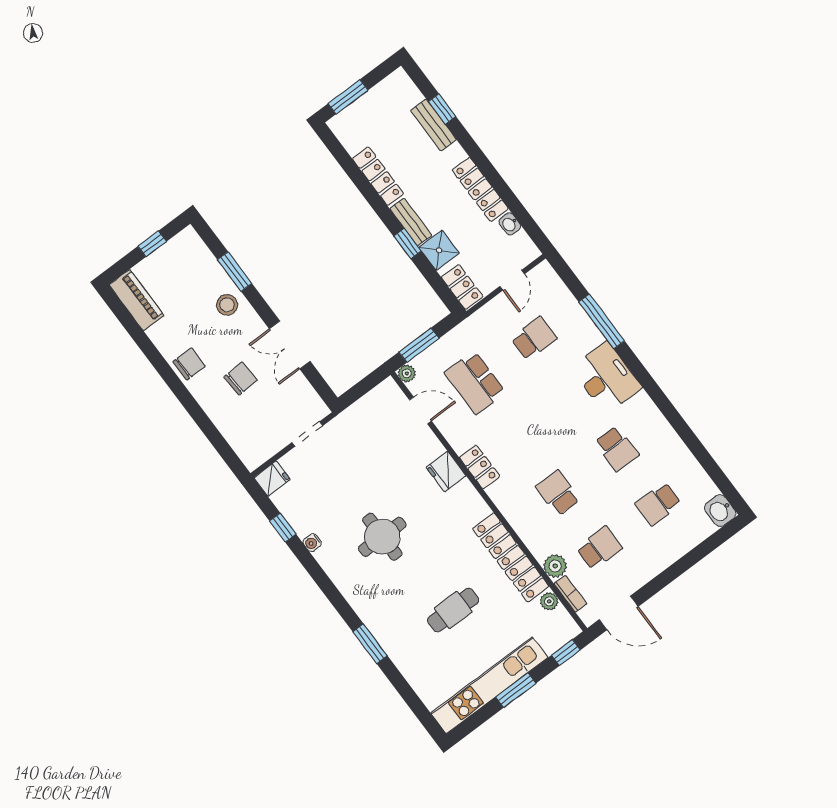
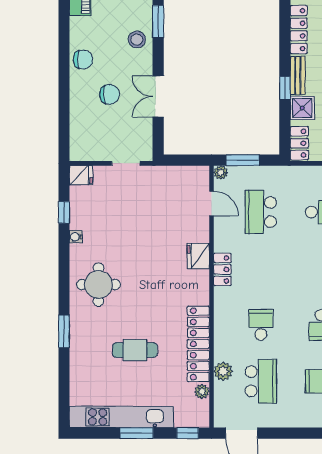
round table: (382, 537) -> (98, 285), moved
school desk: (599, 548) -> (261, 381), width x1.85
bookcase: (570, 594) -> (220, 397), removed

